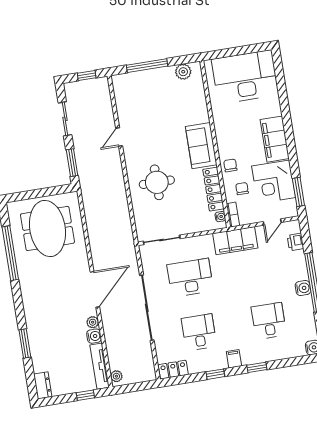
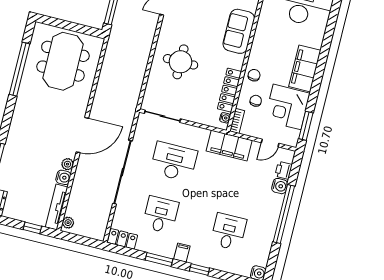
sofa: (201, 146) -> (239, 31), moved
water cooler: (303, 288) -> (280, 186), moved
window: (215, 374) -> (159, 259), width x1.50

